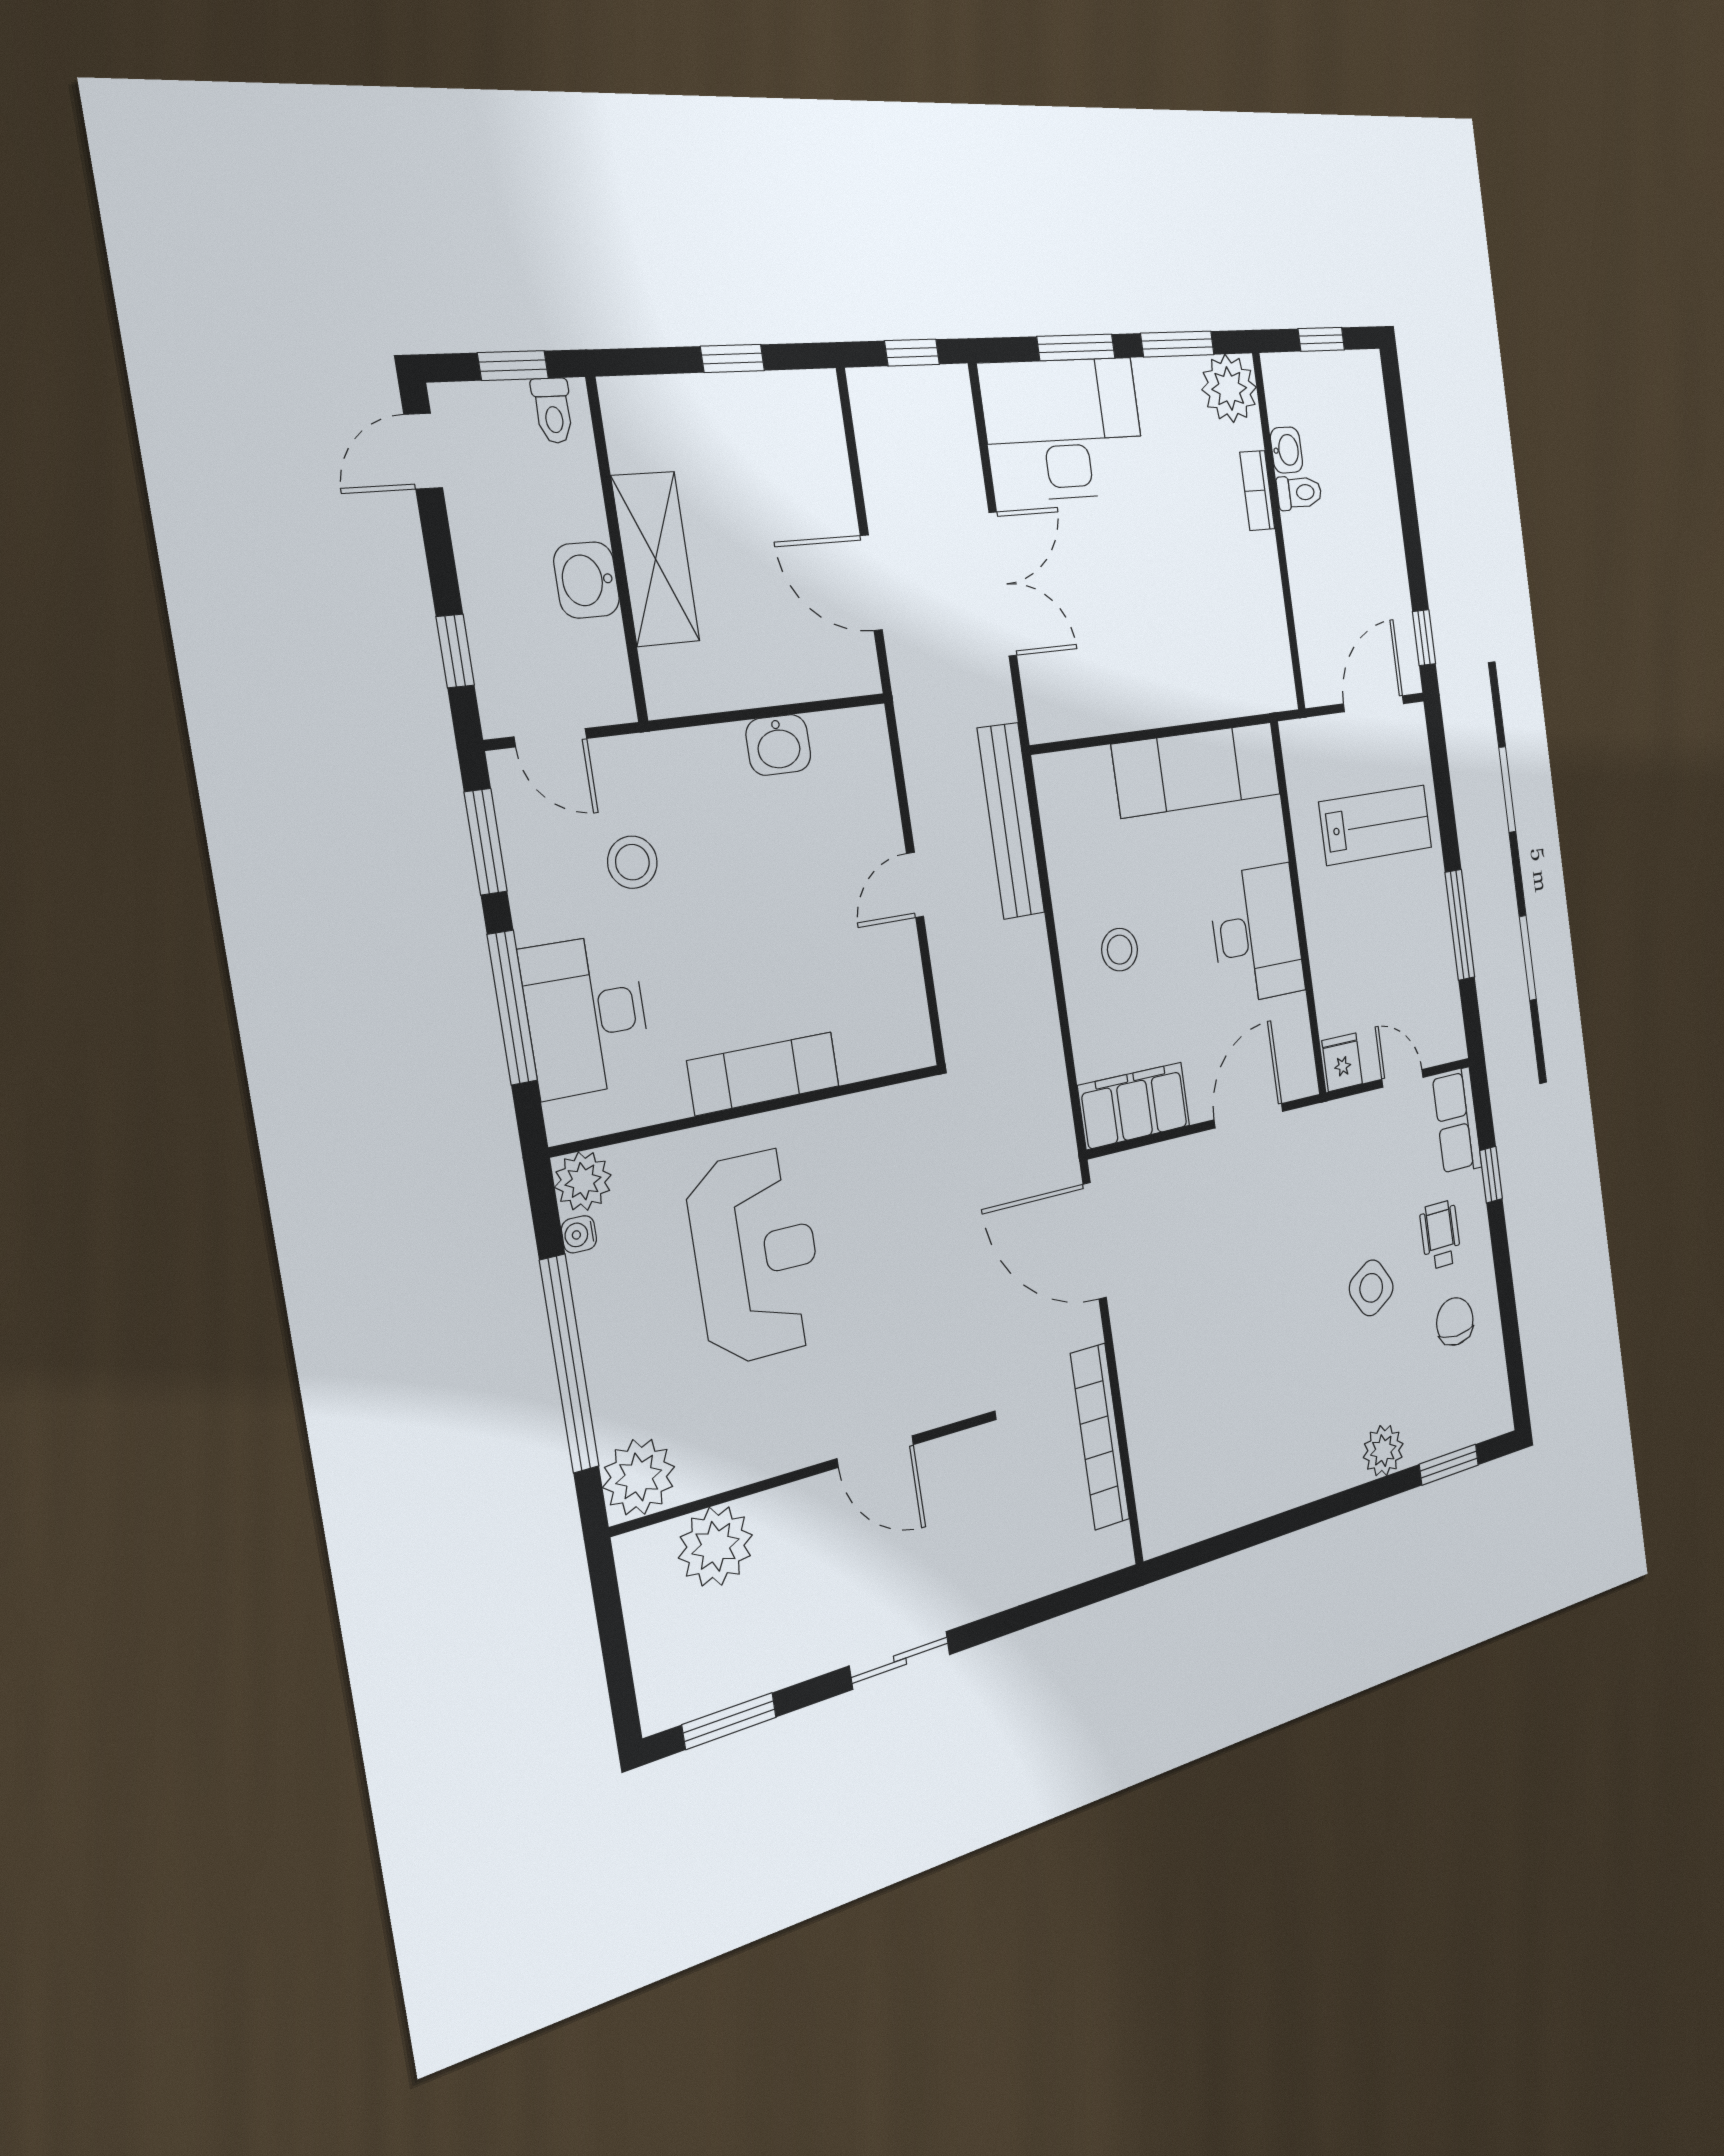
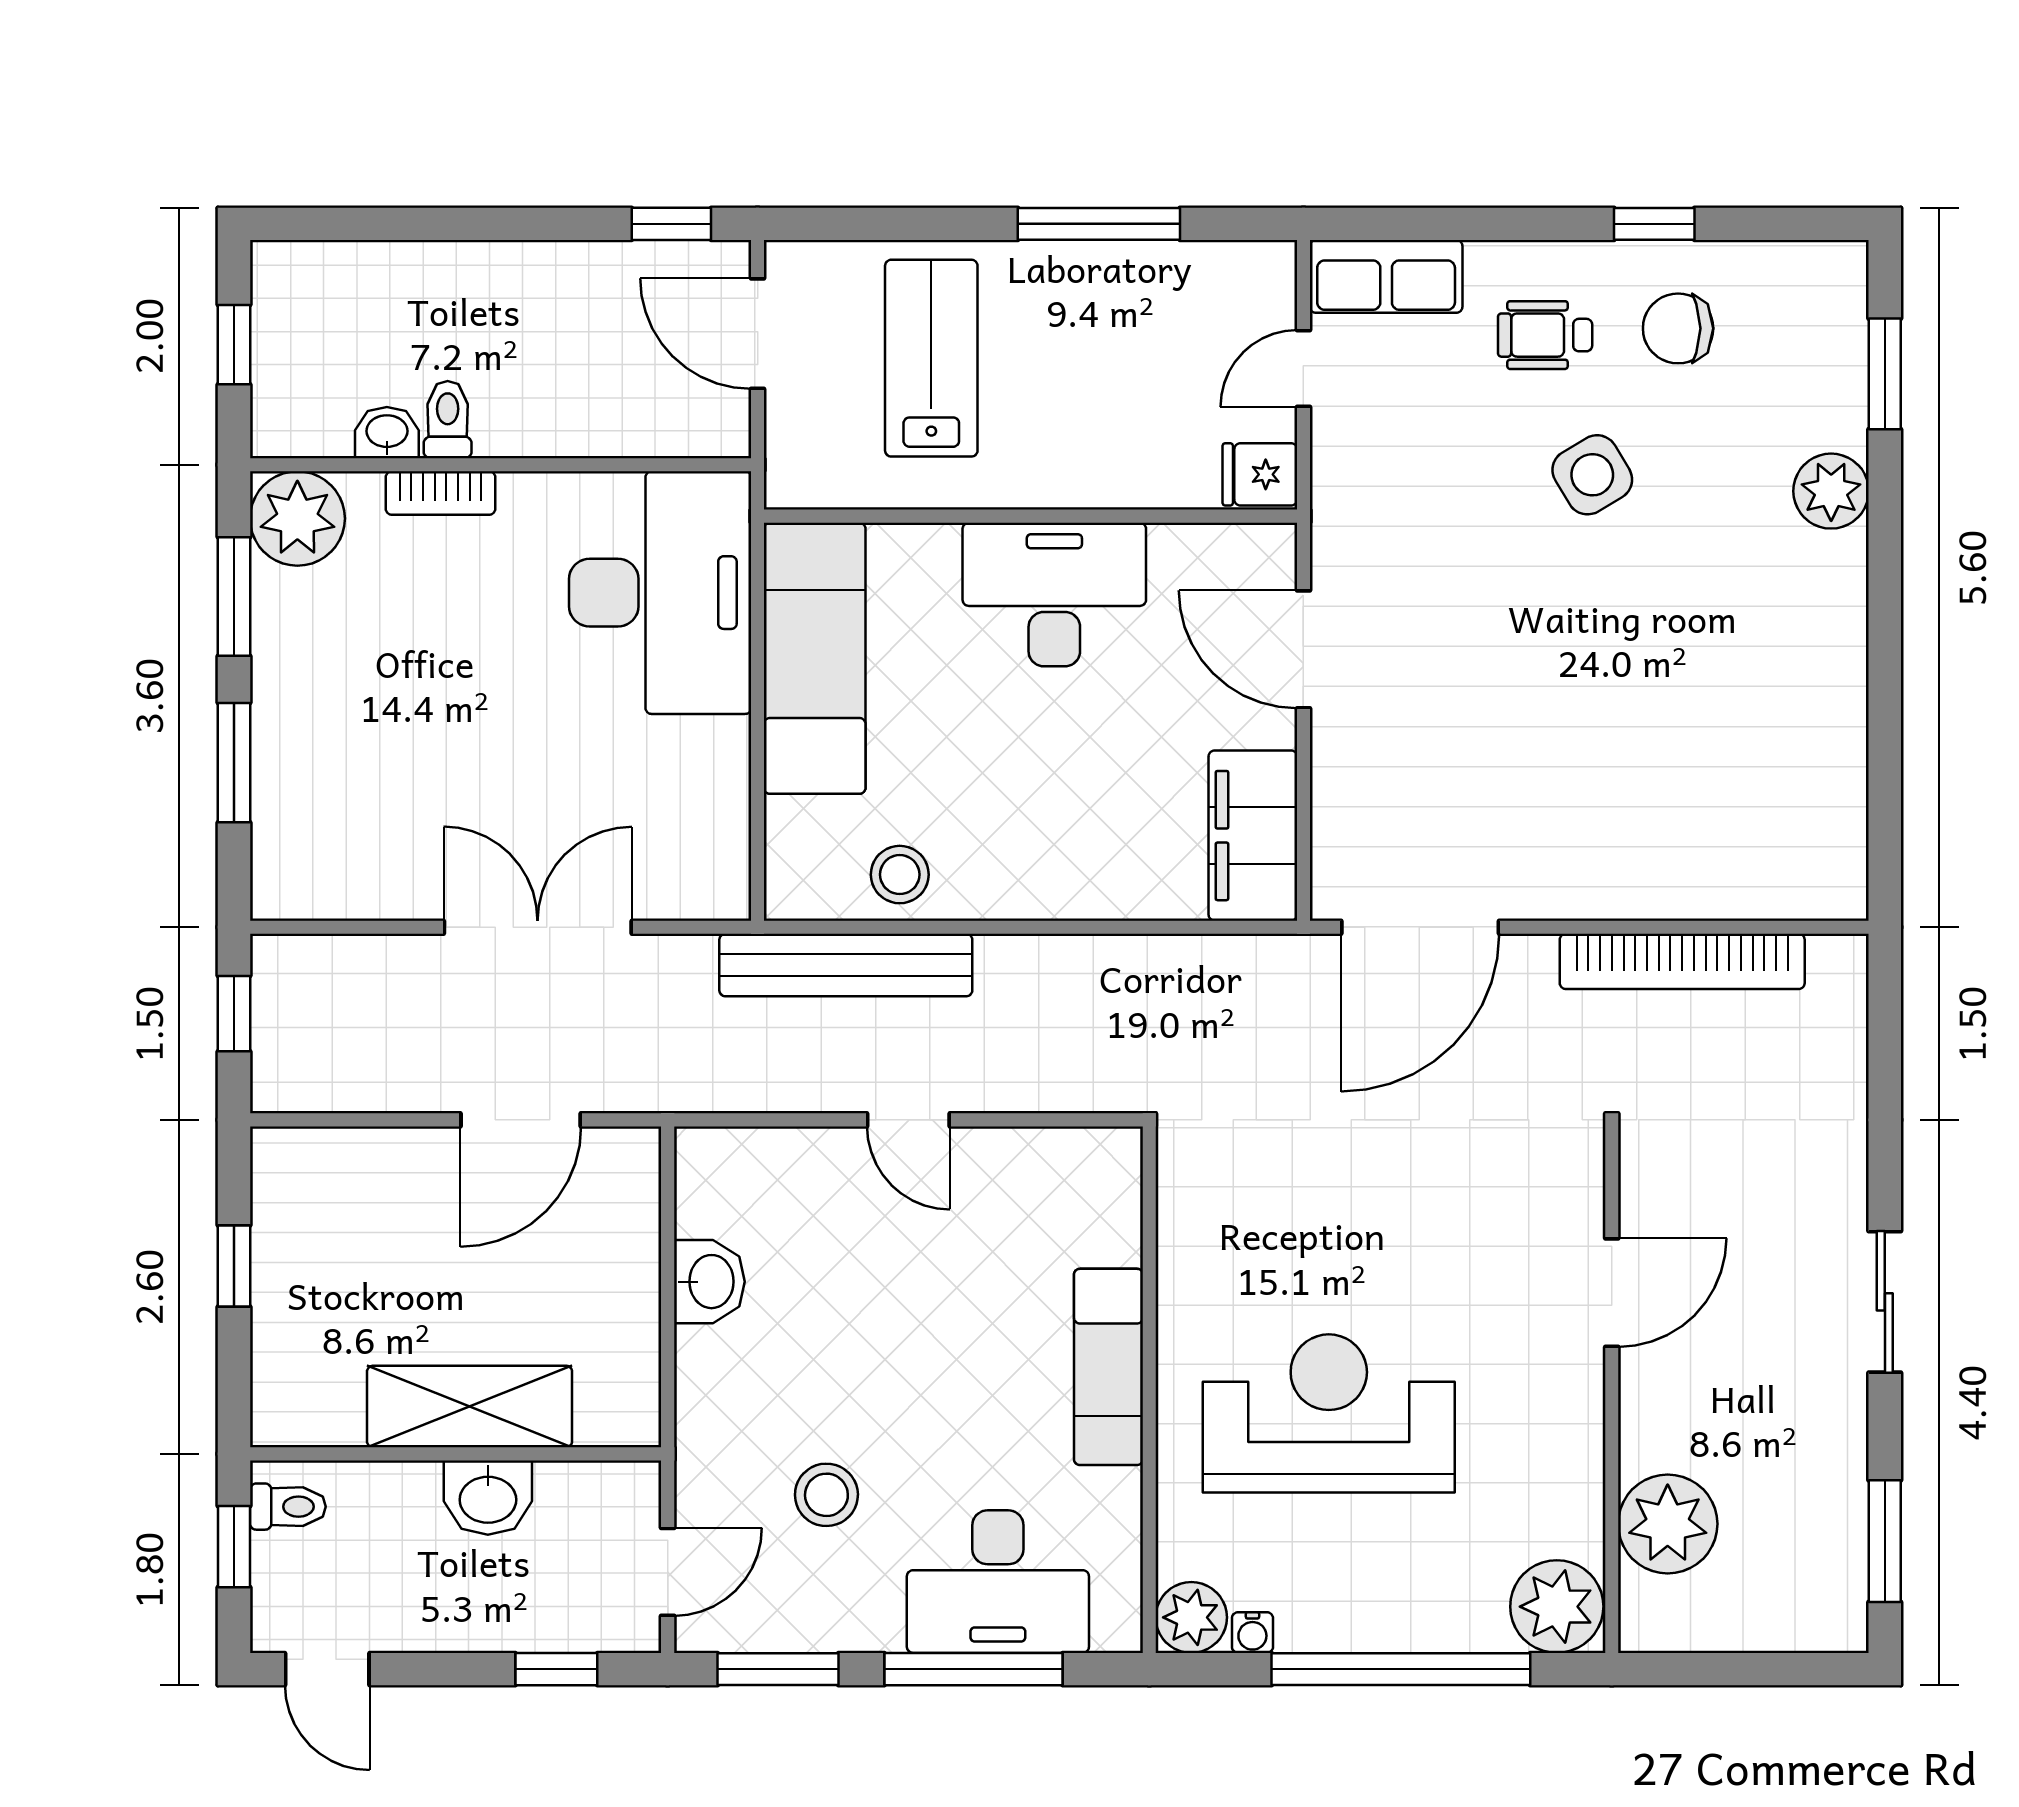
desk: (1064, 429) -> (660, 593), moved, turned 180
stool: (1120, 950) -> (900, 875), moved
window: (1491, 1175) -> (1654, 224), moved

